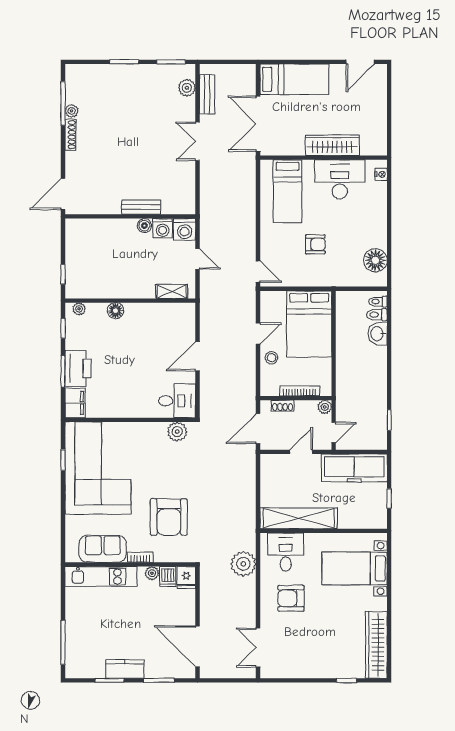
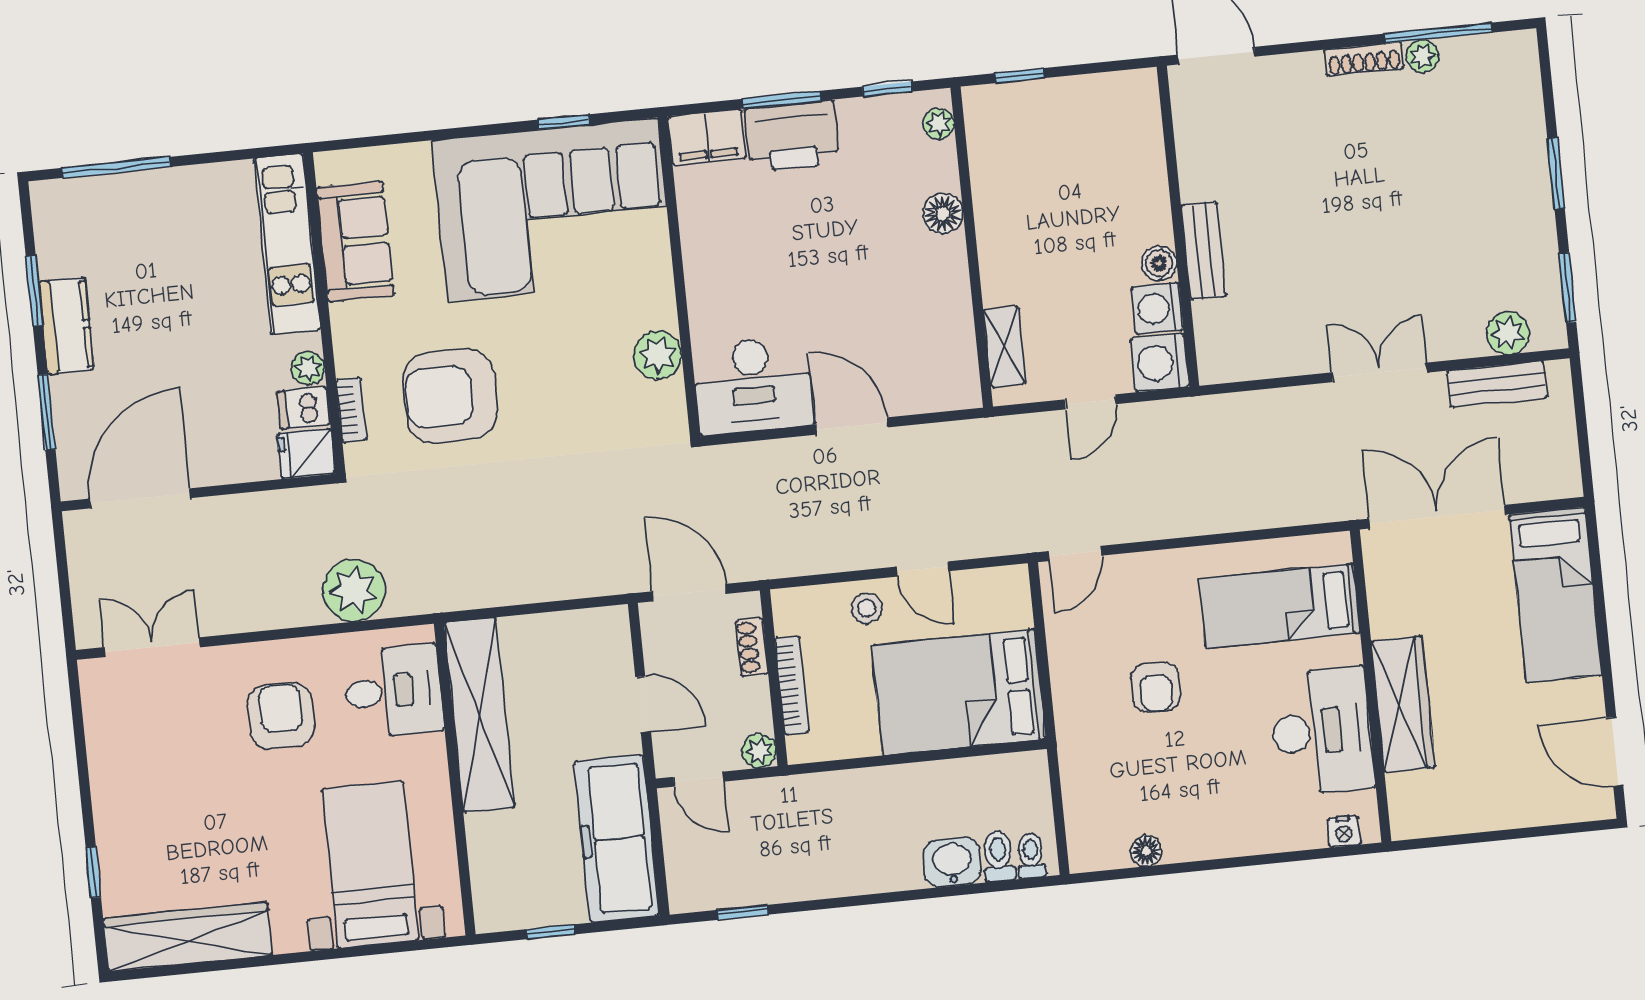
floor lamp: (375, 260) -> (1146, 851), width x0.53, depth x0.53
desk: (177, 401) -> (753, 386), width x1.37
plant: (177, 432) -> (658, 355), moved
bookcase: (140, 557) -> (352, 410), moved

